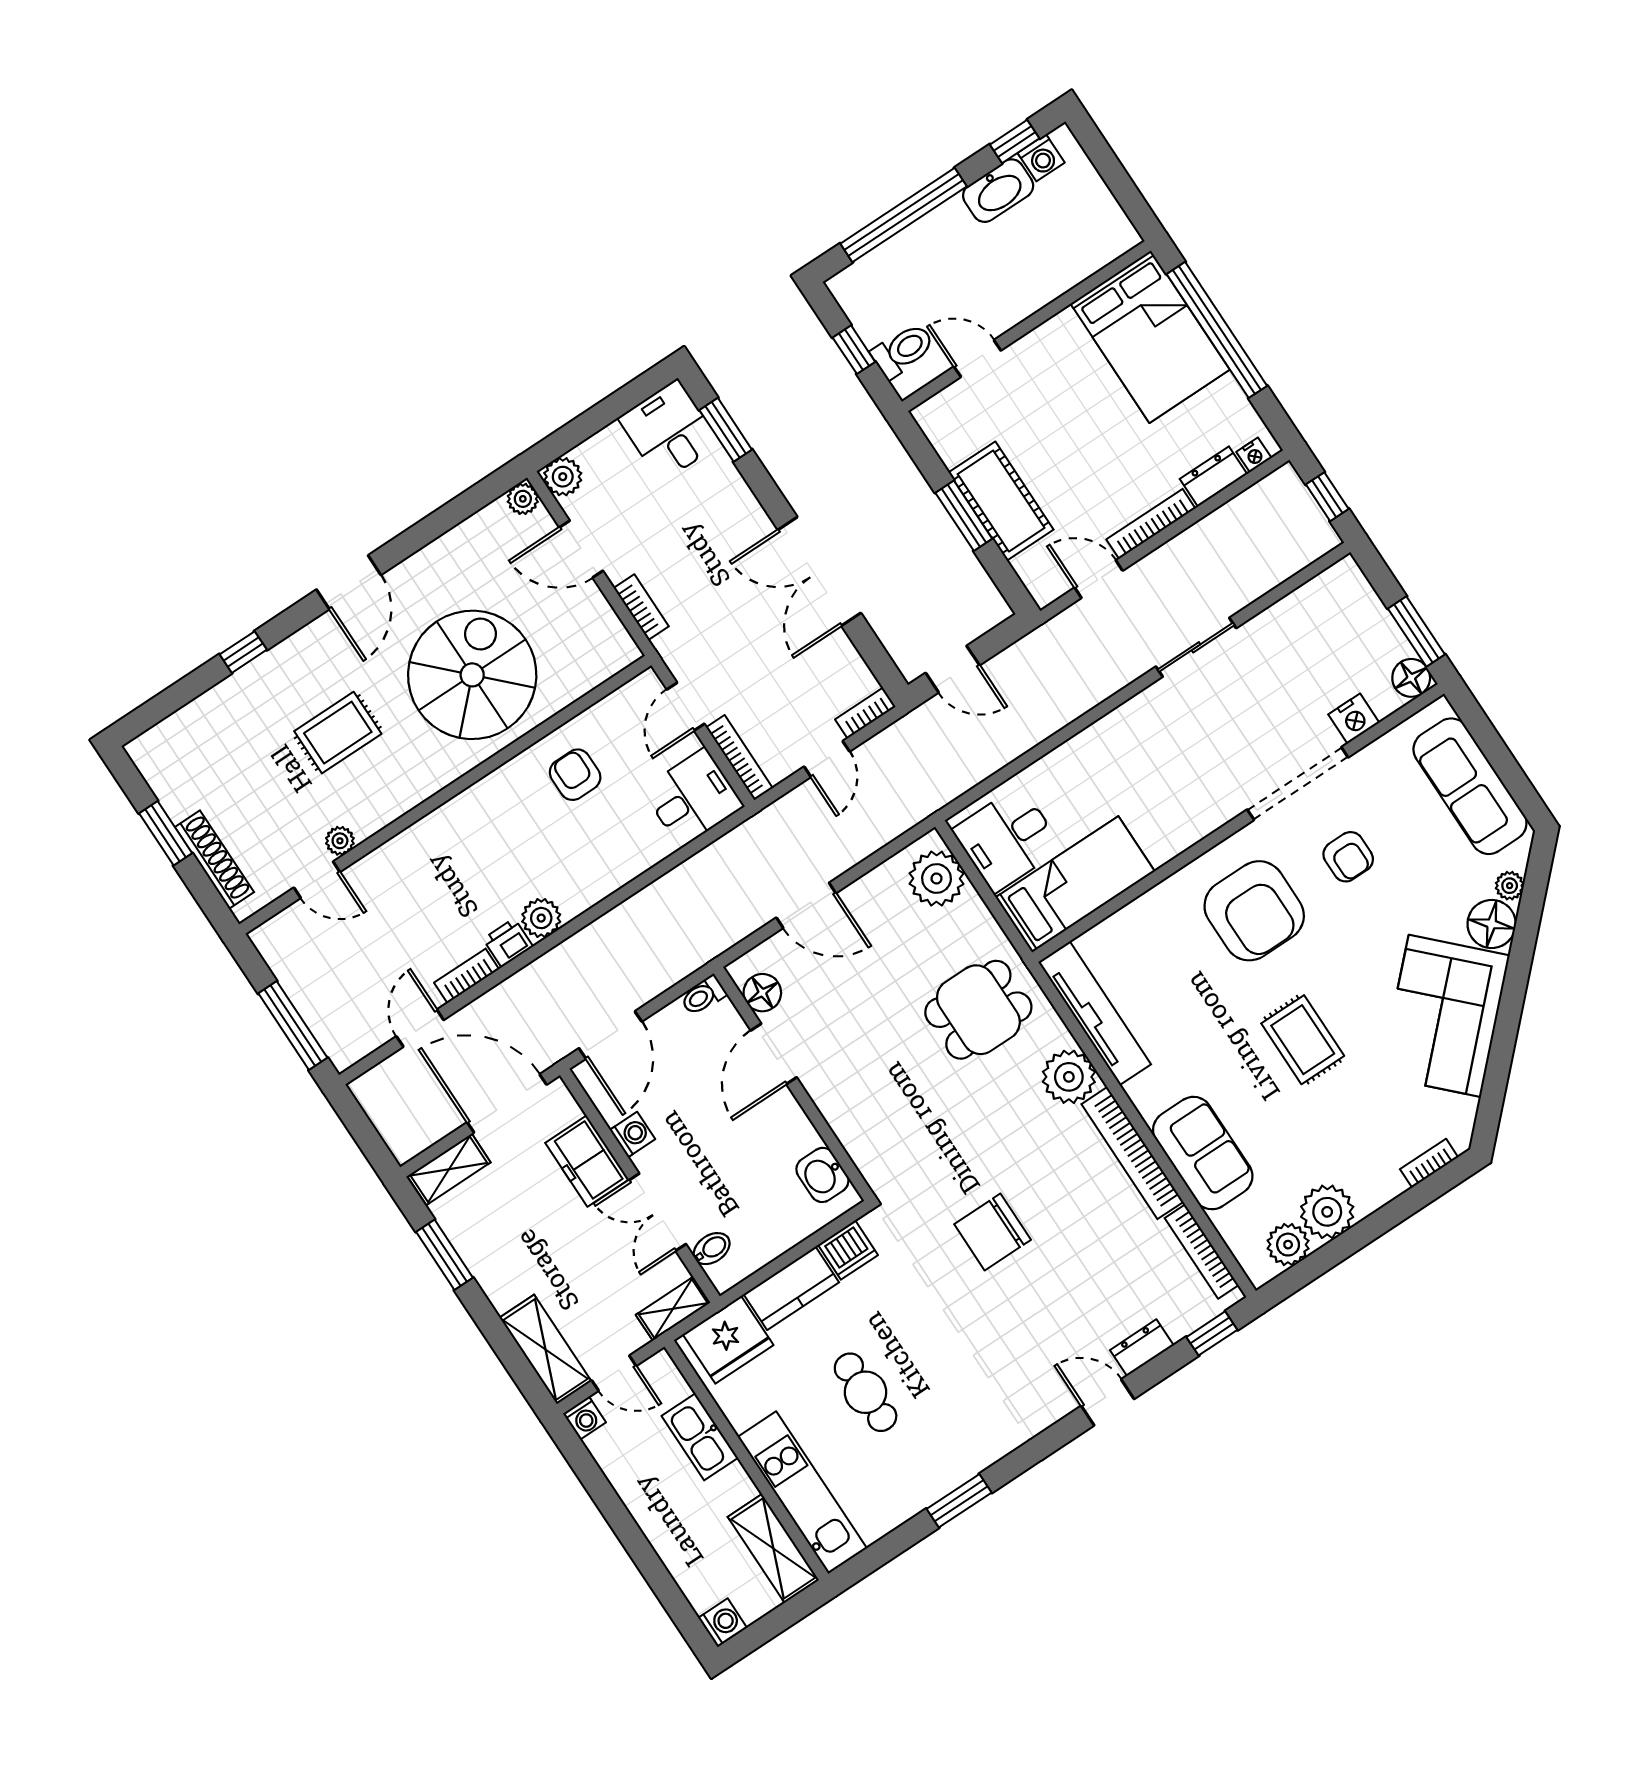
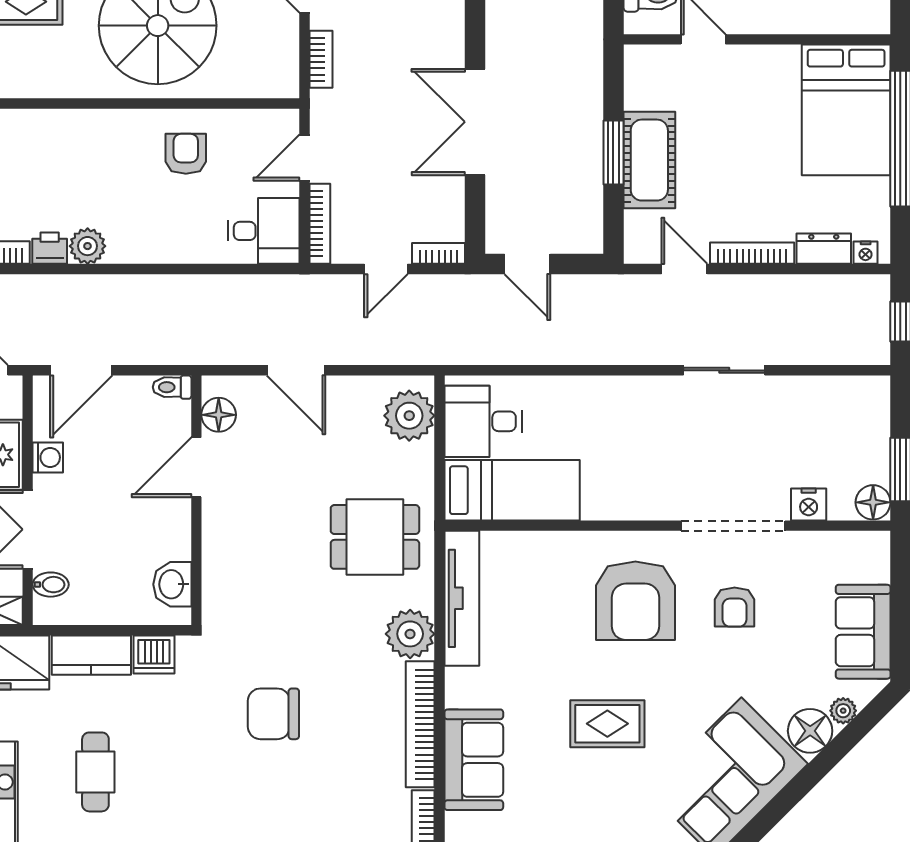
sofa: (1470, 786) -> (863, 632), width x0.73
rug: (1303, 1040) -> (607, 724), turned 90

